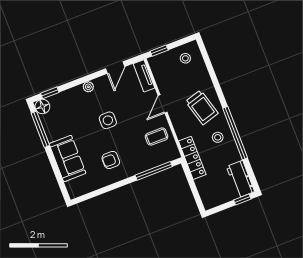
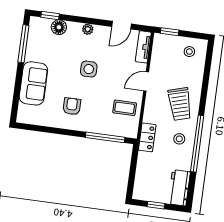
floor lamp: (42, 107) -> (59, 27), moved
locker: (192, 158) -> (147, 137), width x0.66
armchair: (111, 160) -> (72, 106), turned 90
window: (242, 200) -> (156, 205), moved

